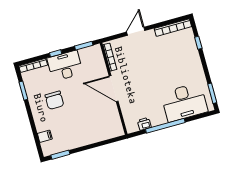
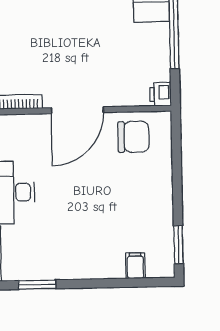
chair: (54, 100) -> (134, 137), moved
printer: (144, 124) -> (161, 94), moved

